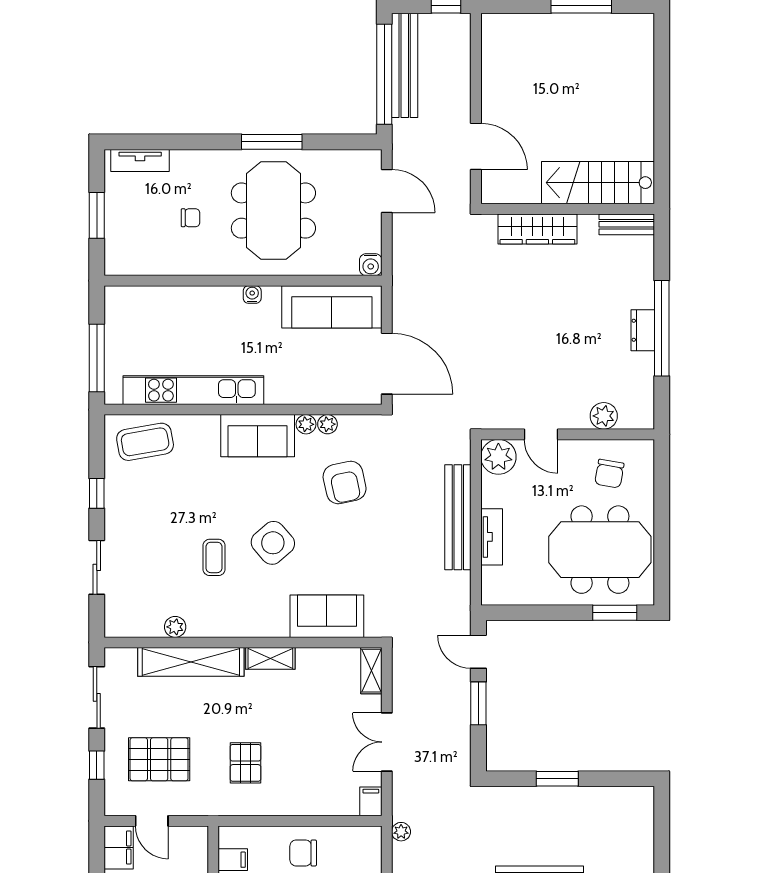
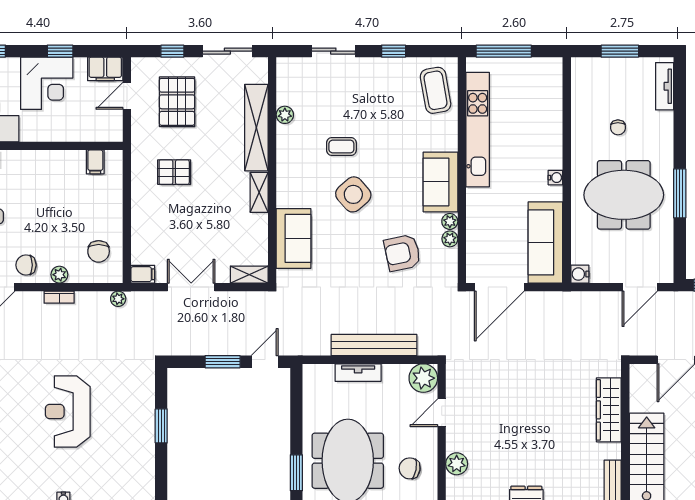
chair: (303, 853) -> (99, 251), moved, turned 180

